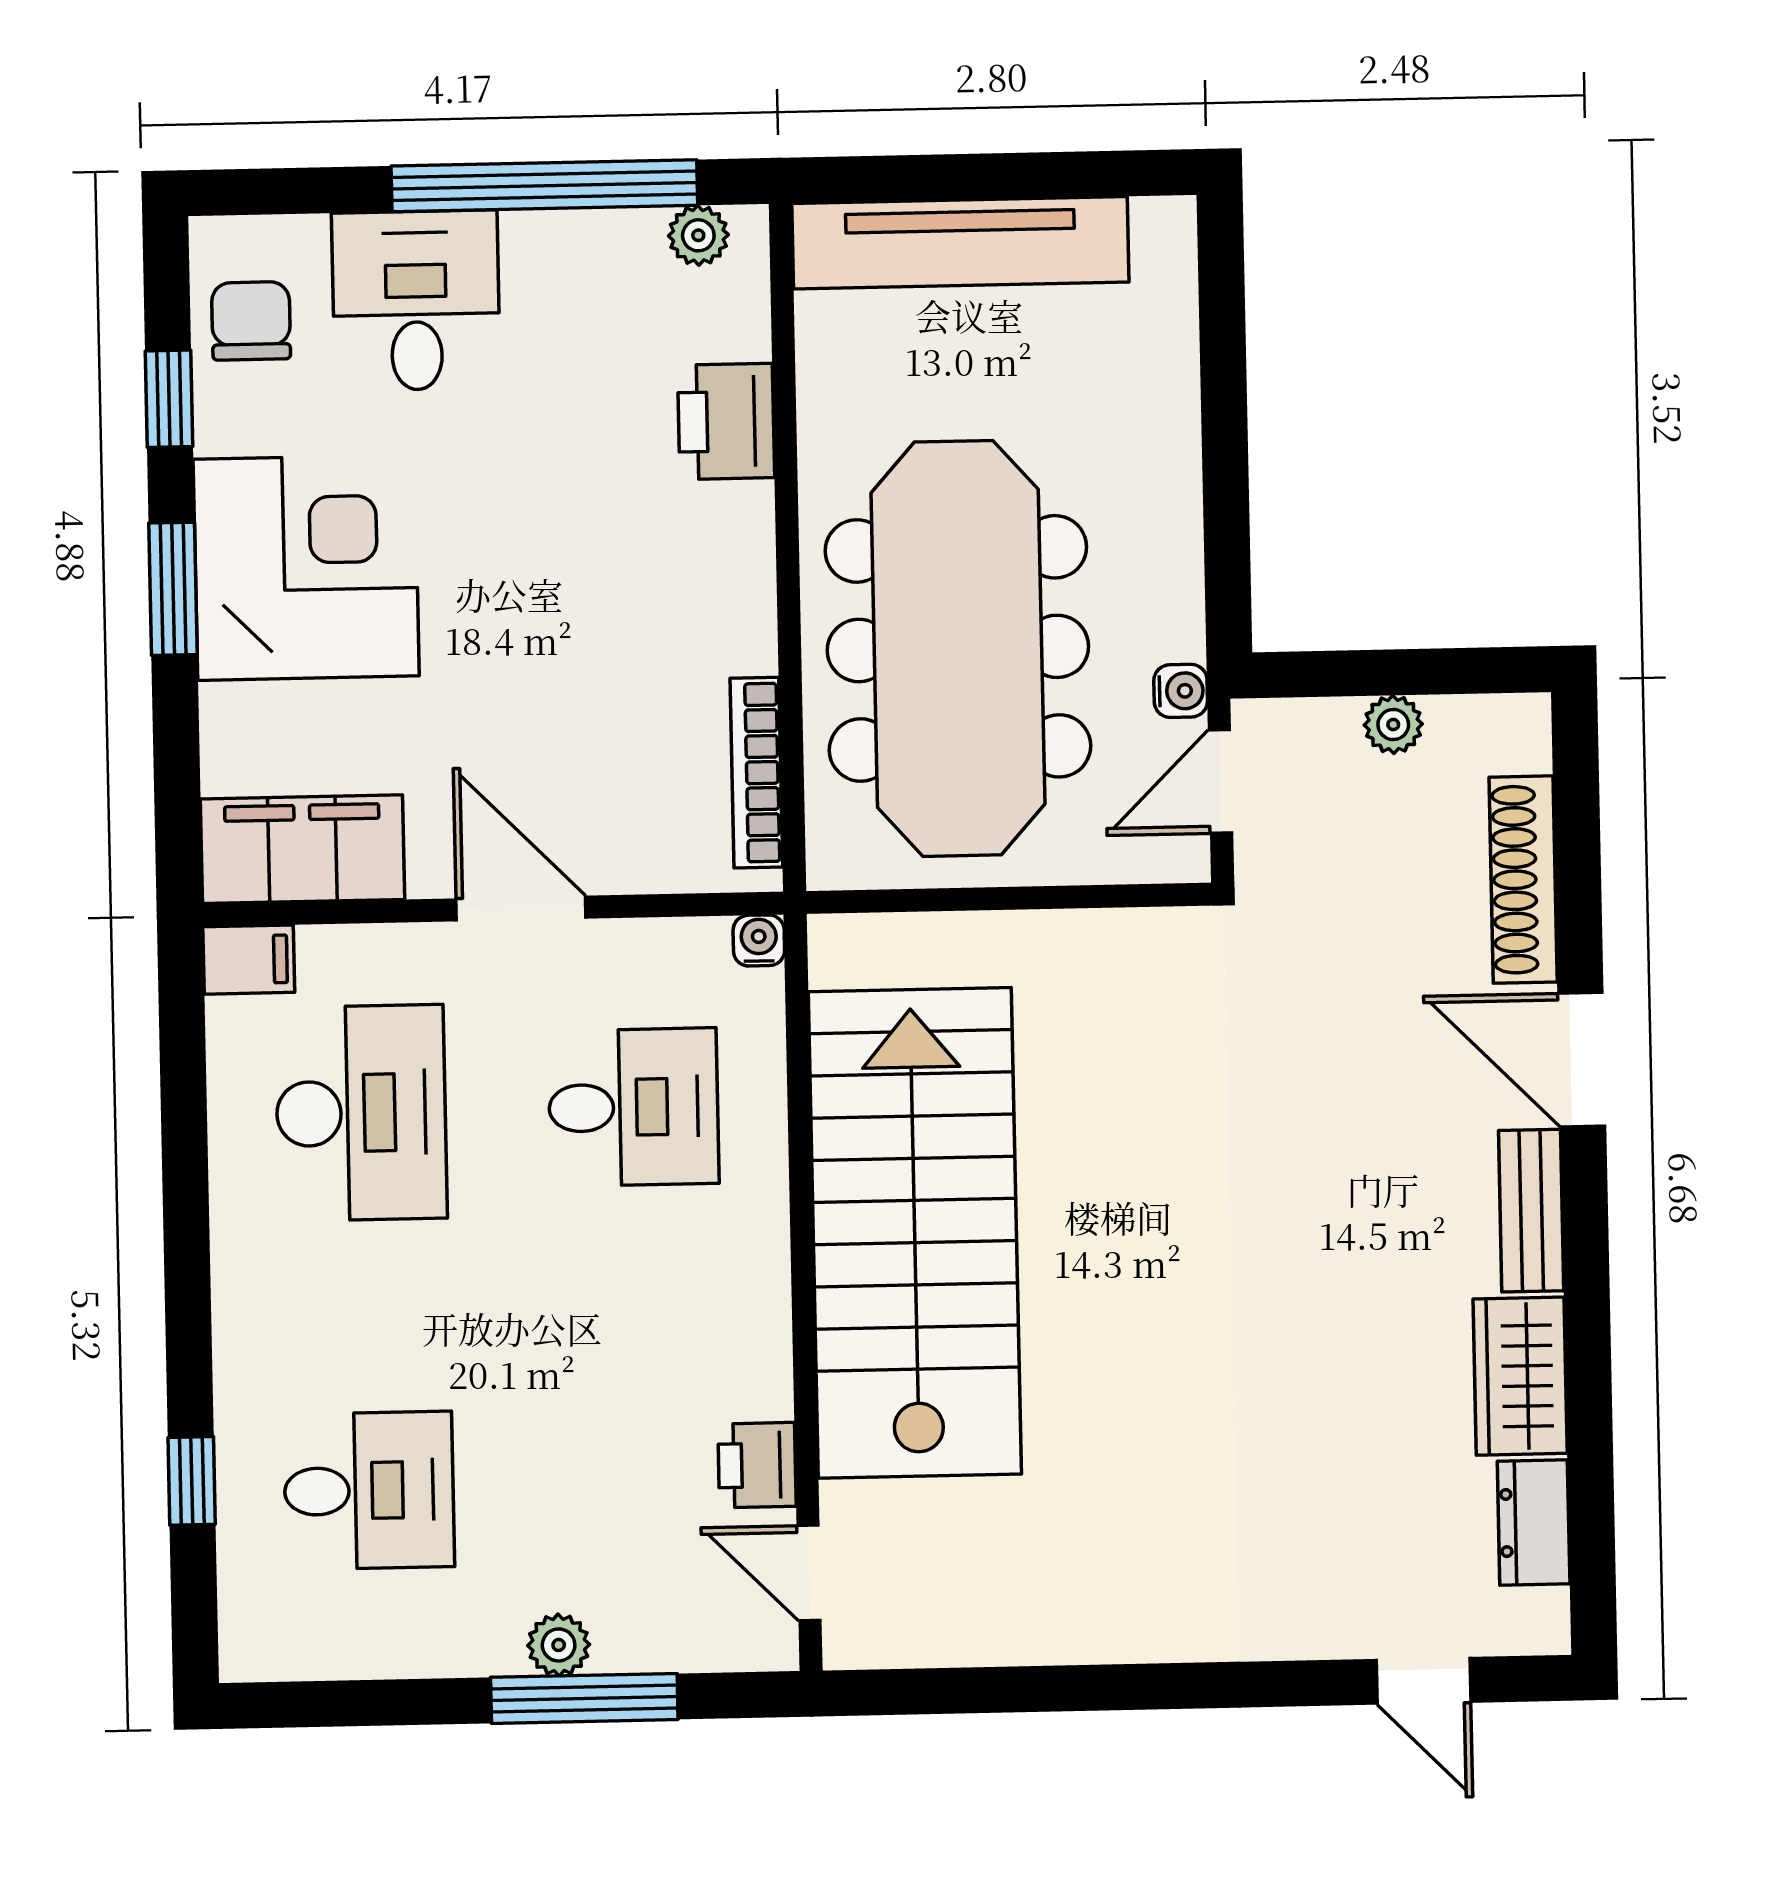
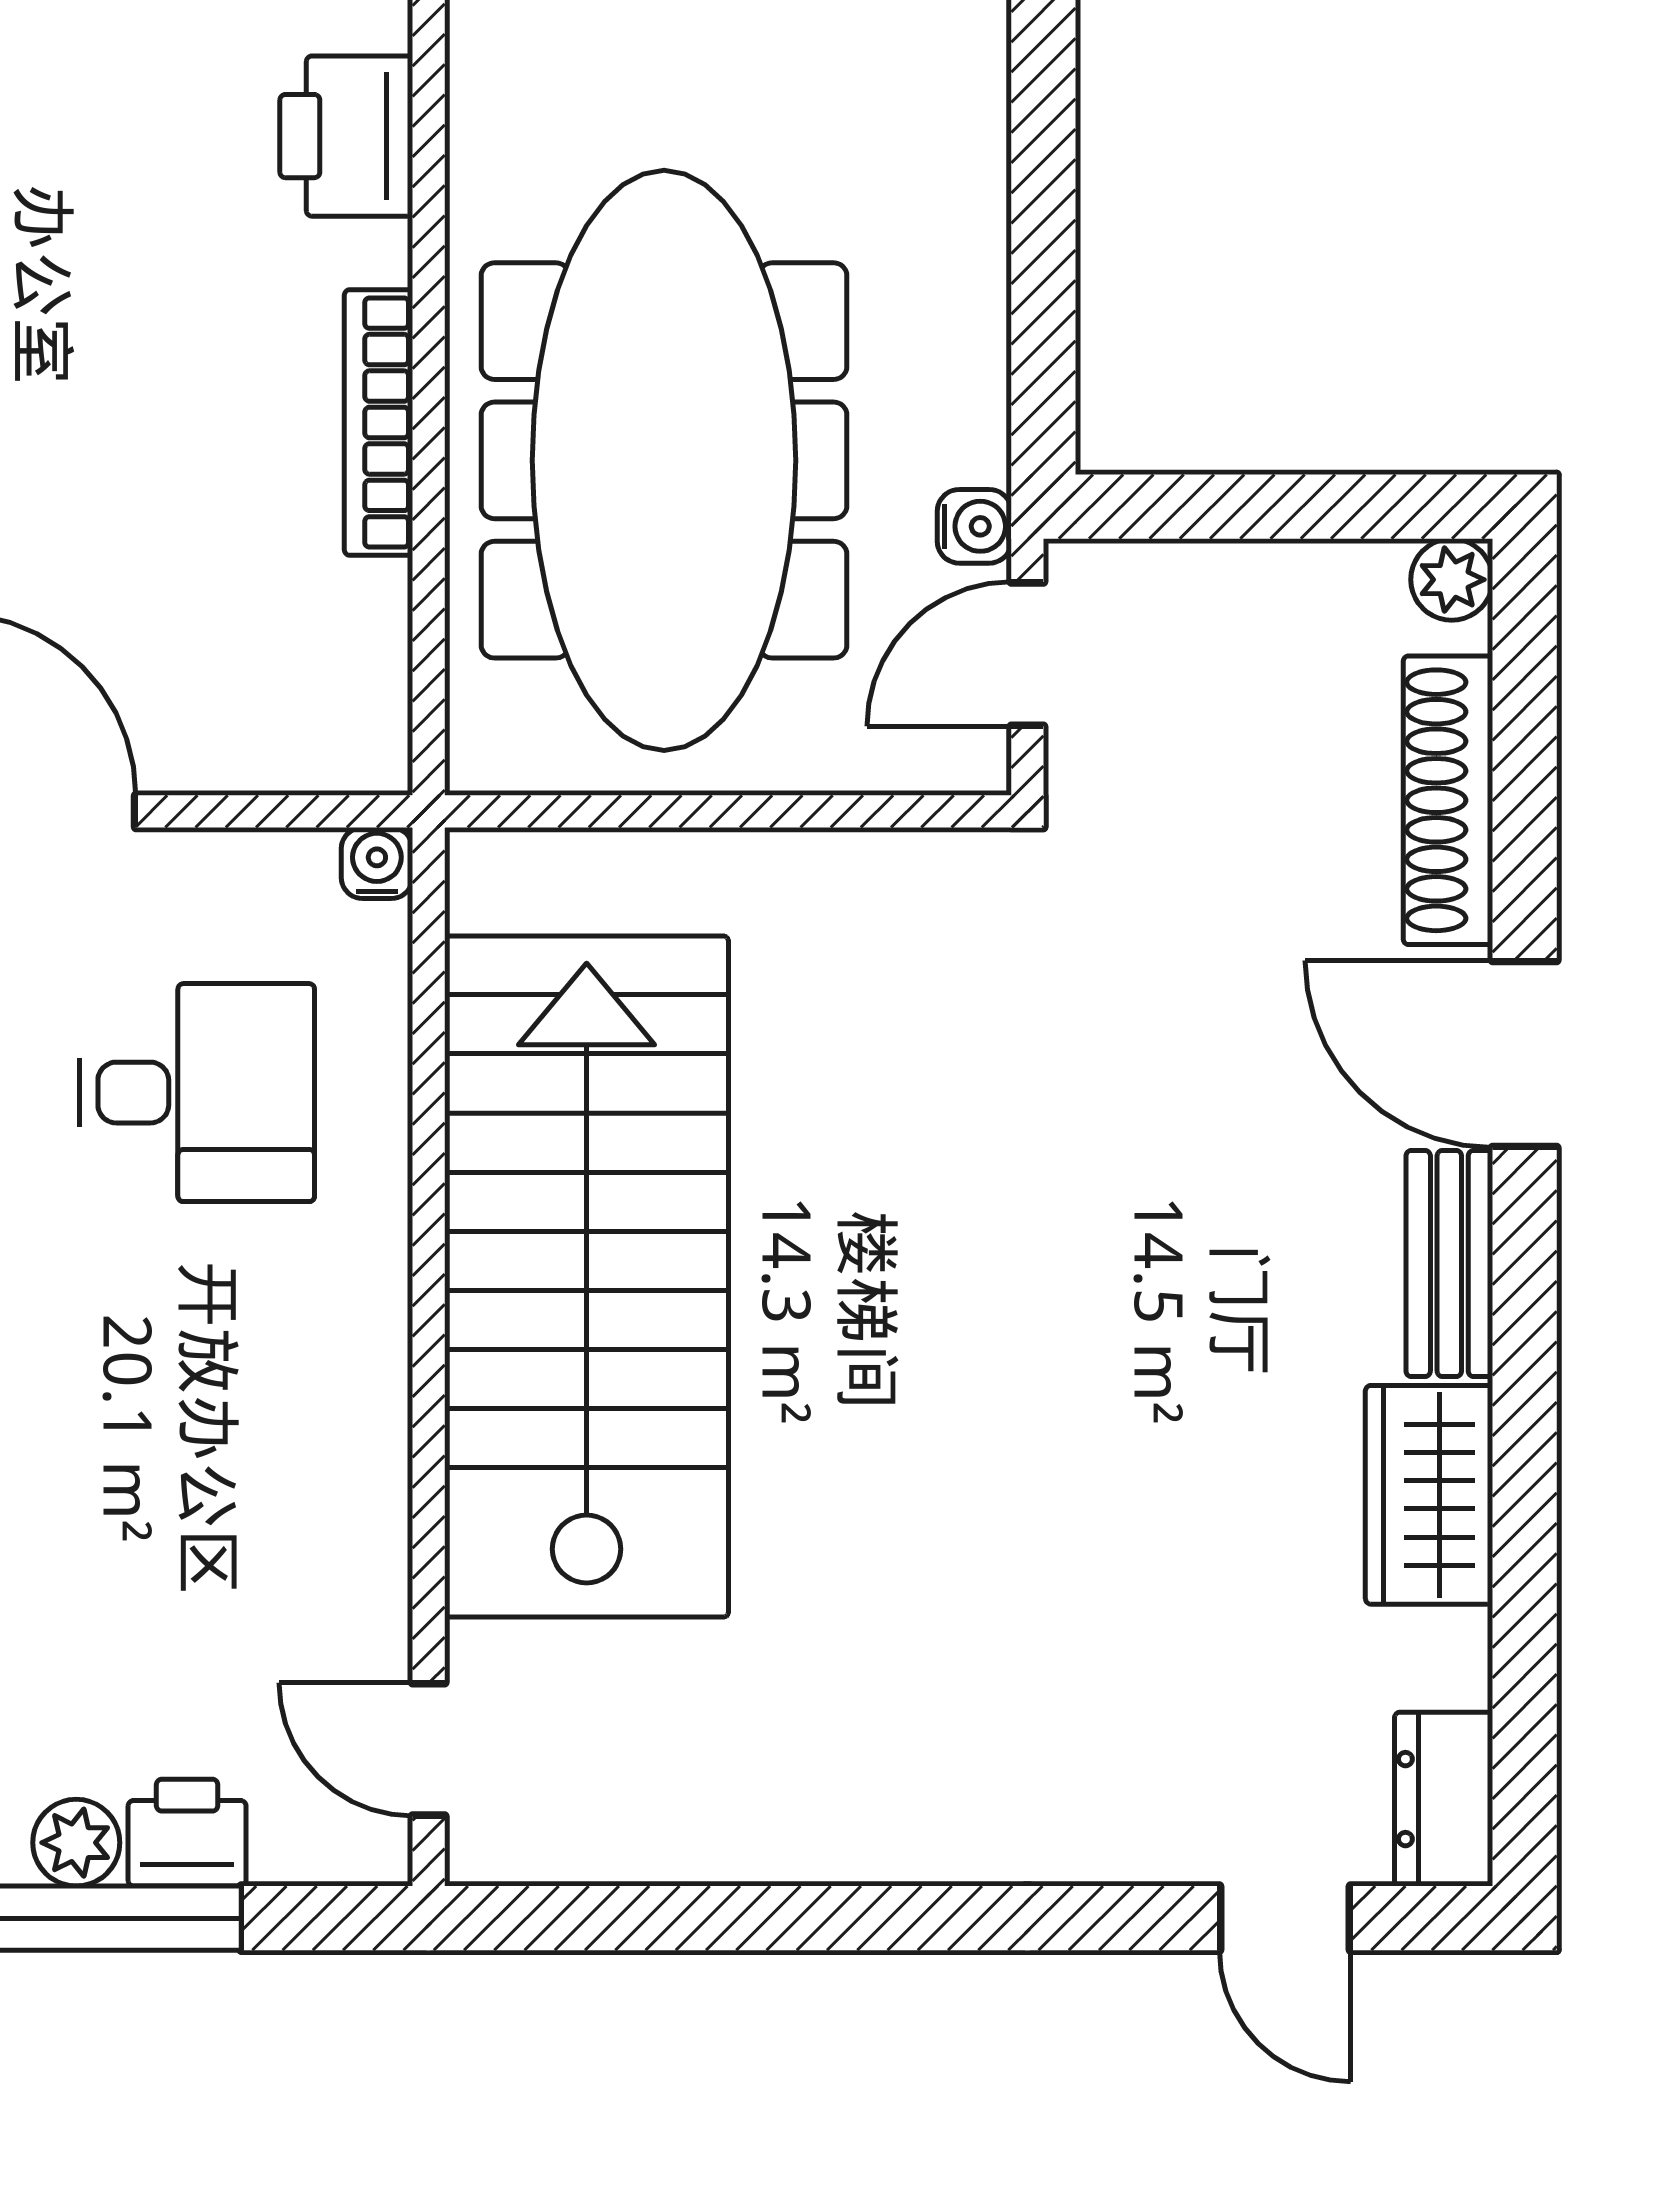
plant: (1393, 725) -> (1452, 580), moved
bookcase: (756, 773) -> (378, 422), moved
printer: (757, 1465) -> (187, 1833), moved, turned 90
dresser: (1534, 1522) -> (1444, 1799), moved

